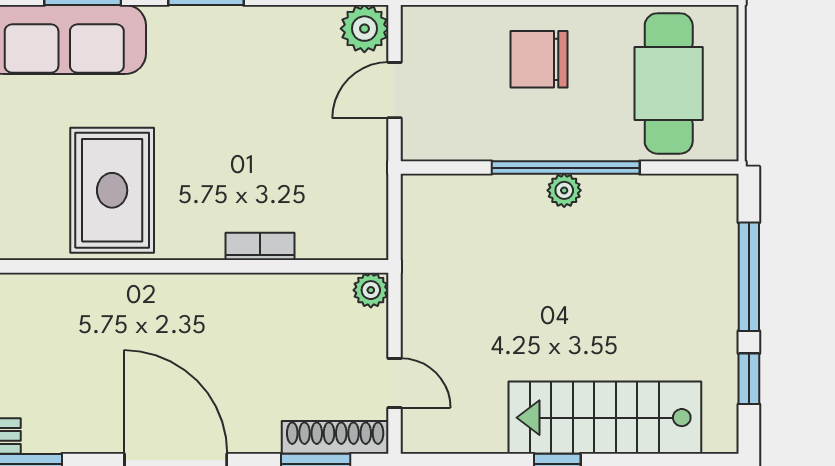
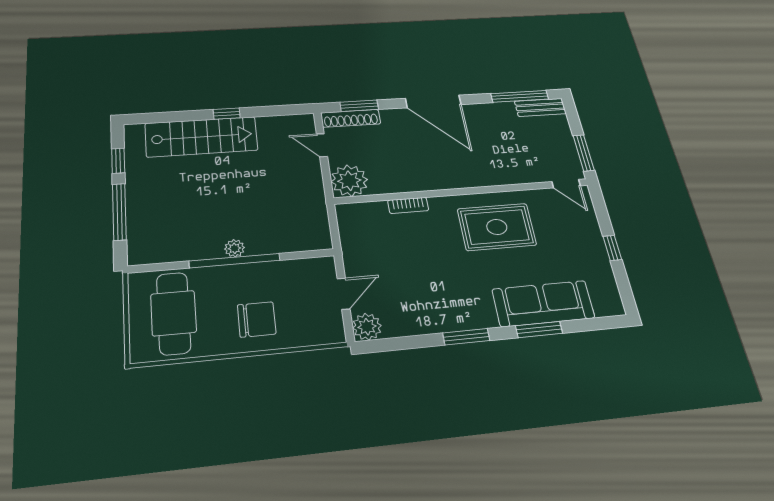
rug: (112, 190) -> (497, 227), turned 90
plant: (371, 290) -> (349, 181), width x1.87, depth x1.87

